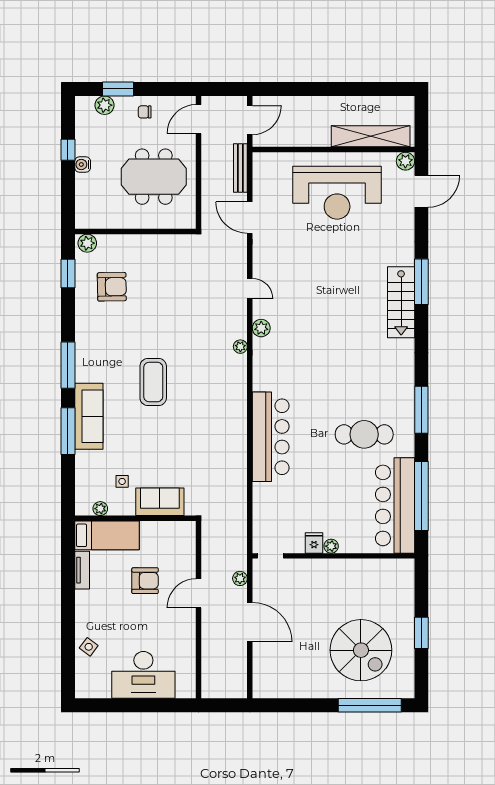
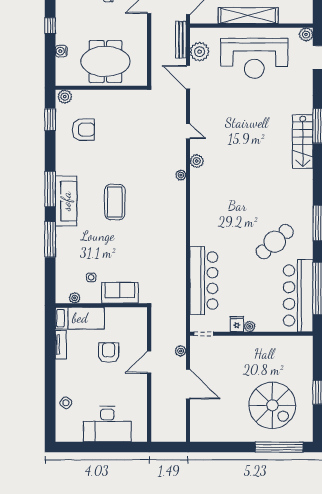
shelving: (371, 136) -> (248, 16), moved
water cooler: (83, 164) -> (61, 51), moved
meeting table: (154, 177) -> (105, 62), moved
plant: (265, 184) -> (200, 52), added
sofa: (89, 416) -> (66, 201), moved
cafe table: (364, 434) -> (275, 242), turned -42
bar counter: (271, 437) -> (204, 281), moved
armchair: (145, 581) -> (109, 353), turned -90

